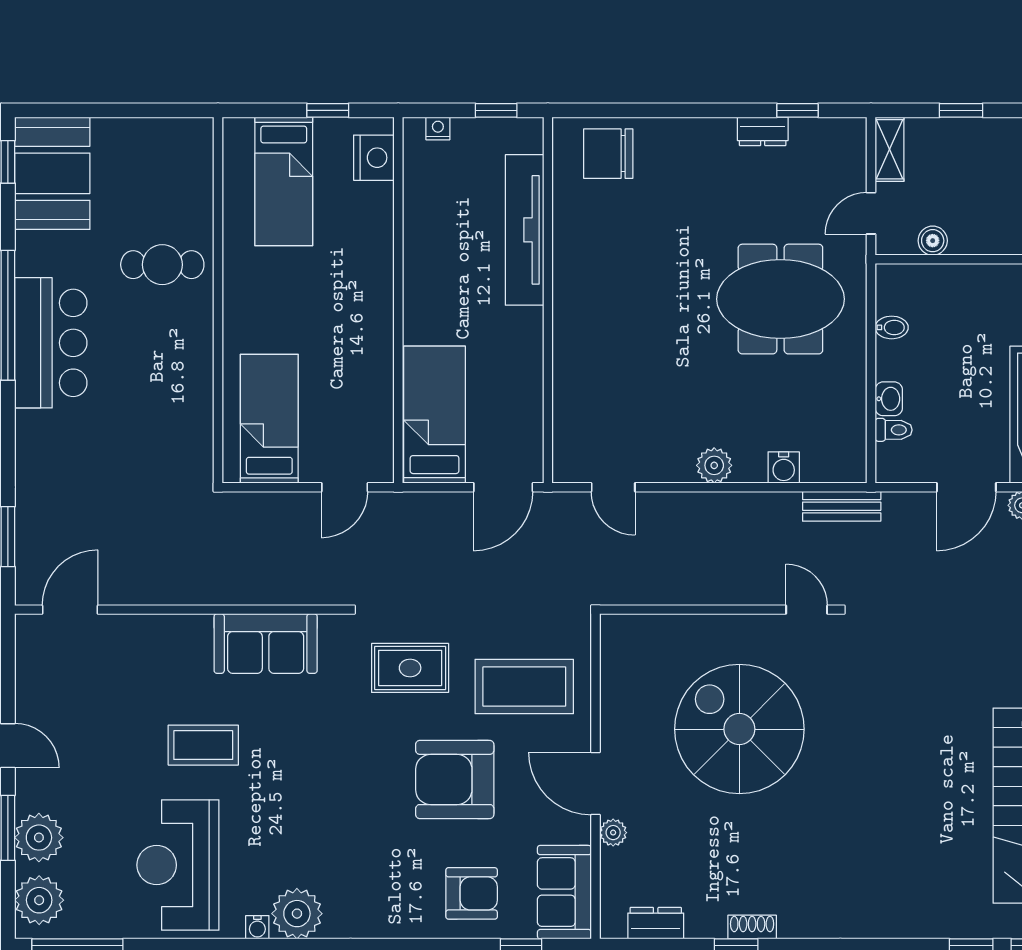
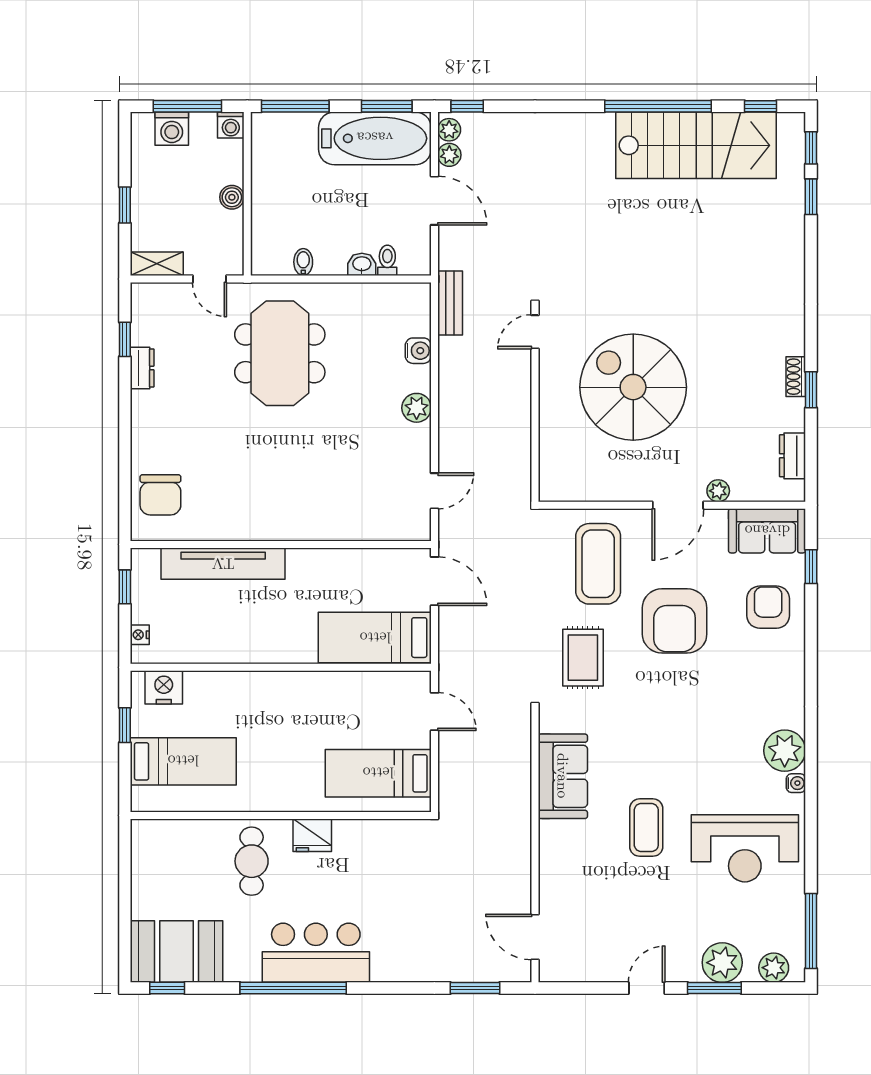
boiler: (933, 241) -> (232, 197), moved
fridge: (194, 339) -> (312, 835), added
spiral stairs: (739, 729) -> (633, 387), turned 90
plant: (39, 900) -> (774, 968), width x0.73, depth x0.73

